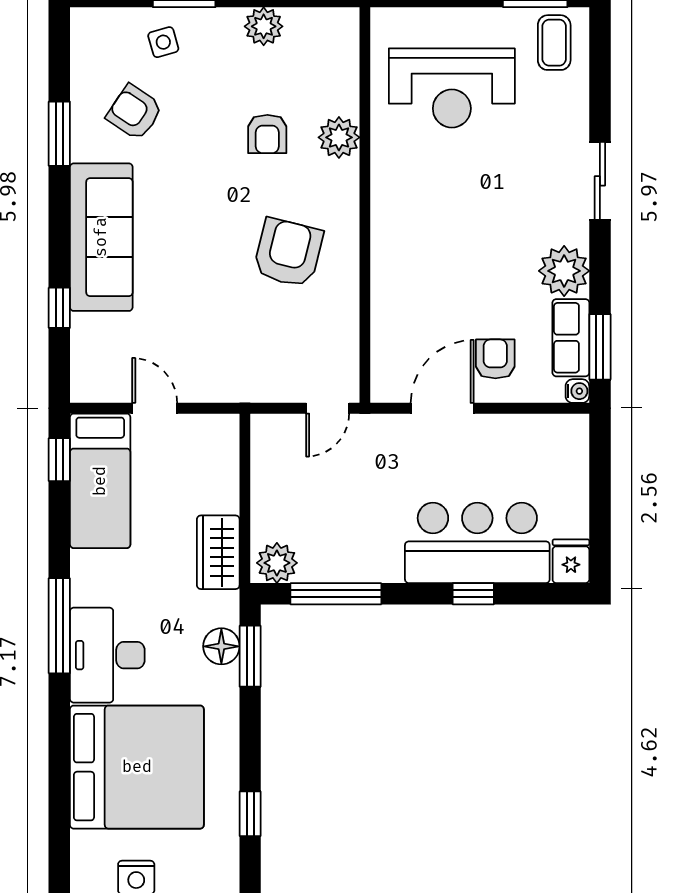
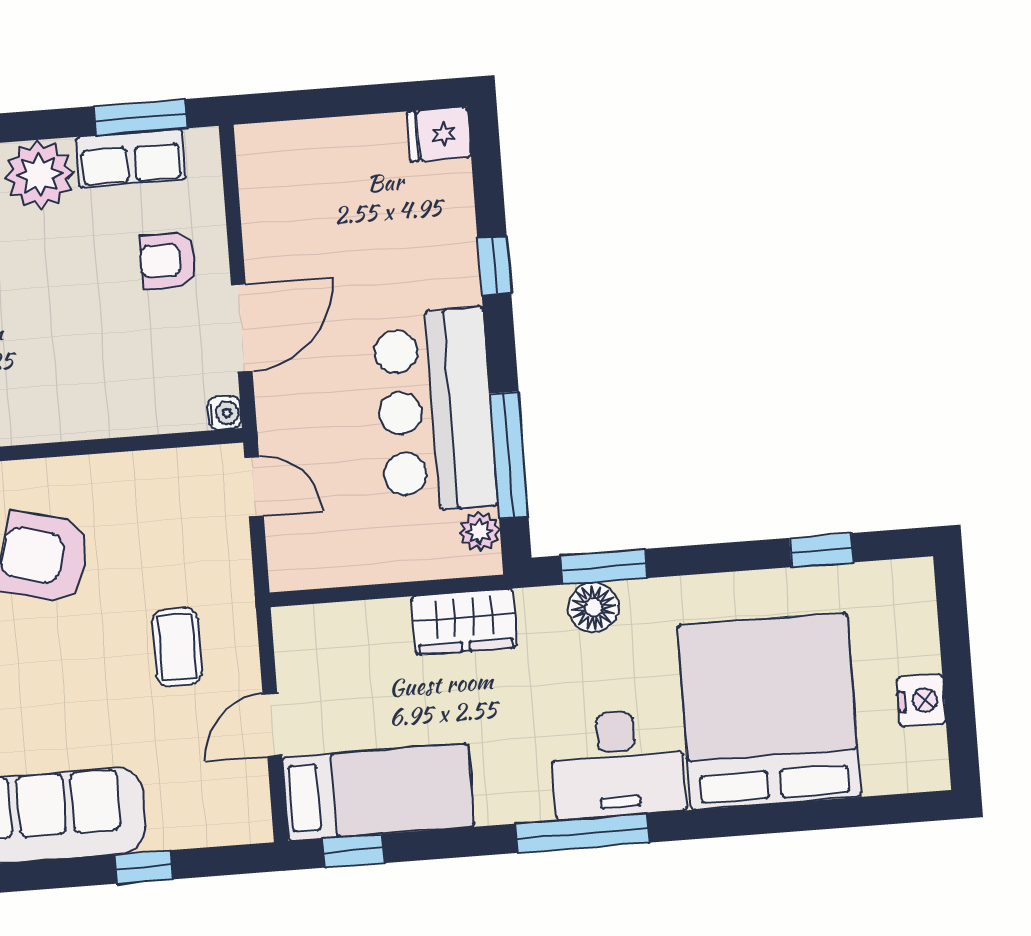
coffee table: (216, 344) -> (177, 647), added
water cooler: (577, 391) -> (224, 413), moved, turned 90
door: (442, 408) -> (242, 328), swing flipped
bar counter: (477, 543) -> (435, 410), moved
plant: (277, 563) -> (480, 531), width x0.73, depth x0.73

